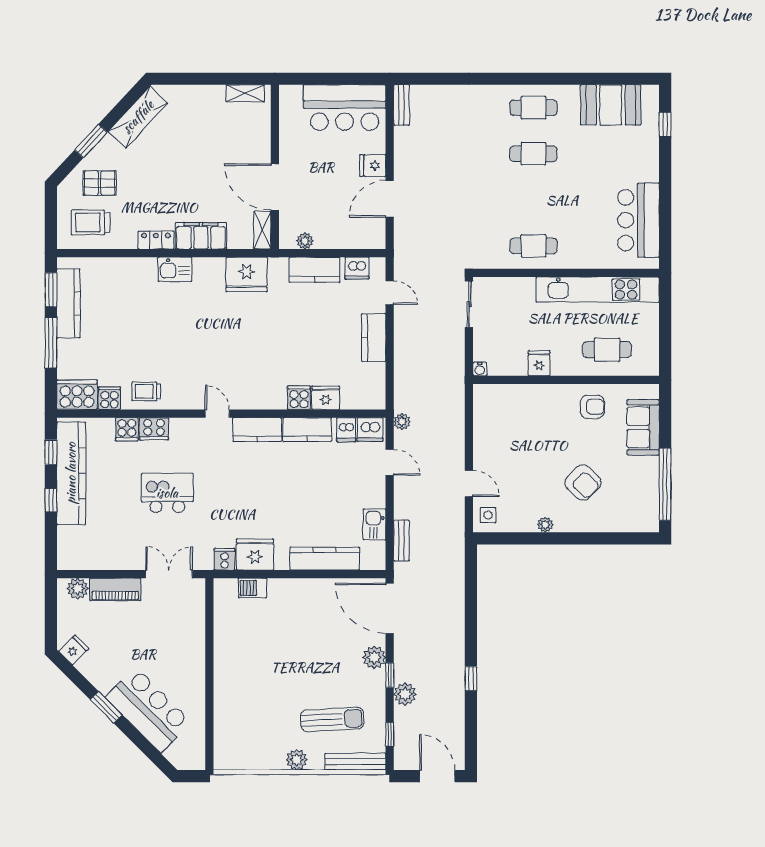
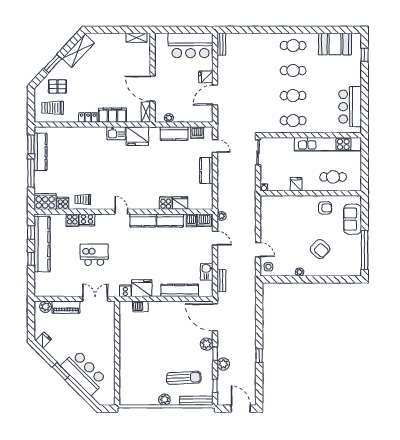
cafe table: (533, 200) -> (293, 96), added
kitchen sink: (175, 269) -> (116, 133), moved

